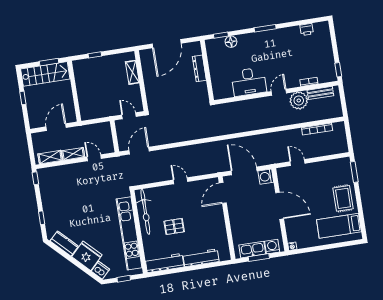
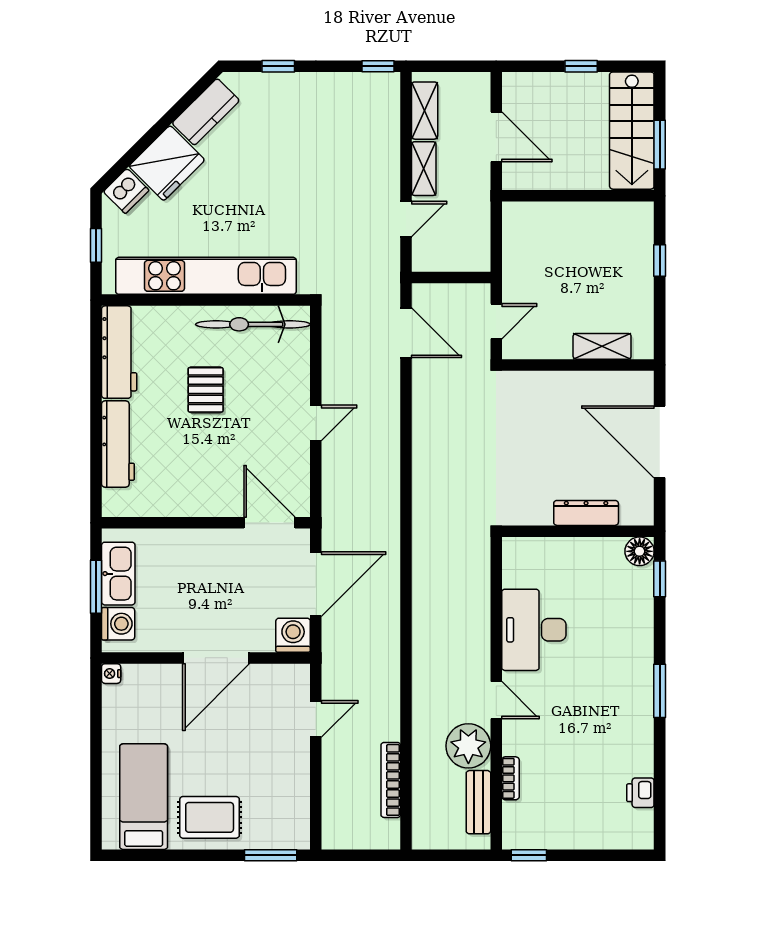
floor lamp: (231, 42) -> (640, 551), moved

